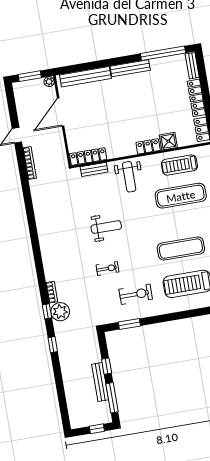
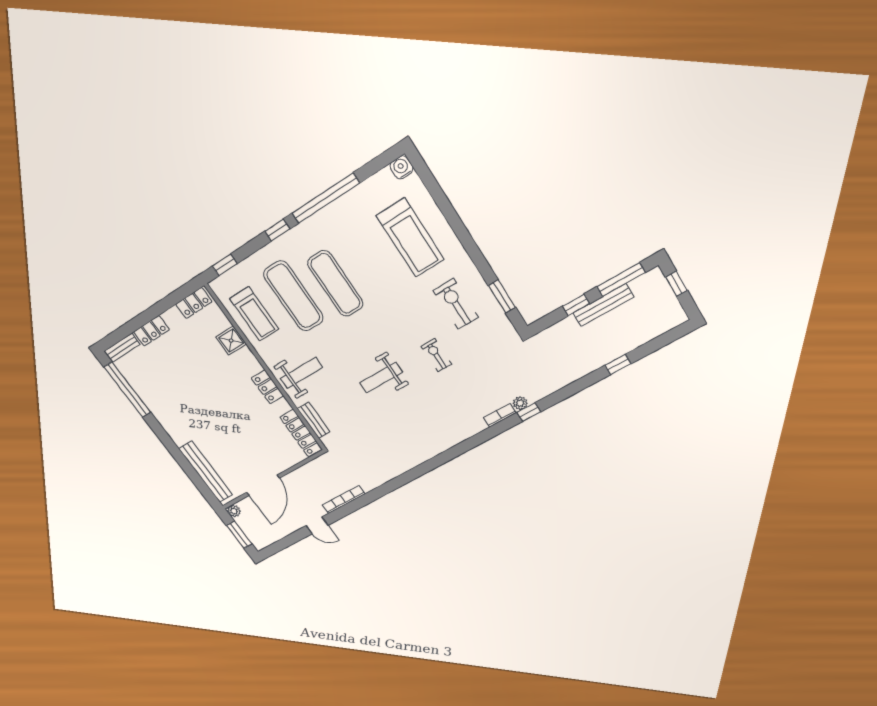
bench: (130, 68) -> (167, 423), removed
locker: (196, 98) -> (151, 331), width x0.66
door: (61, 112) -> (263, 485), hinge flipped
locker: (148, 146) -> (267, 387), moved
weight bench: (106, 227) -> (381, 378), turned -90
exercise mat: (181, 249) -> (335, 284), moved
plant: (60, 312) -> (520, 403), width x0.53, depth x0.53
window: (53, 345) -> (618, 364), moved

